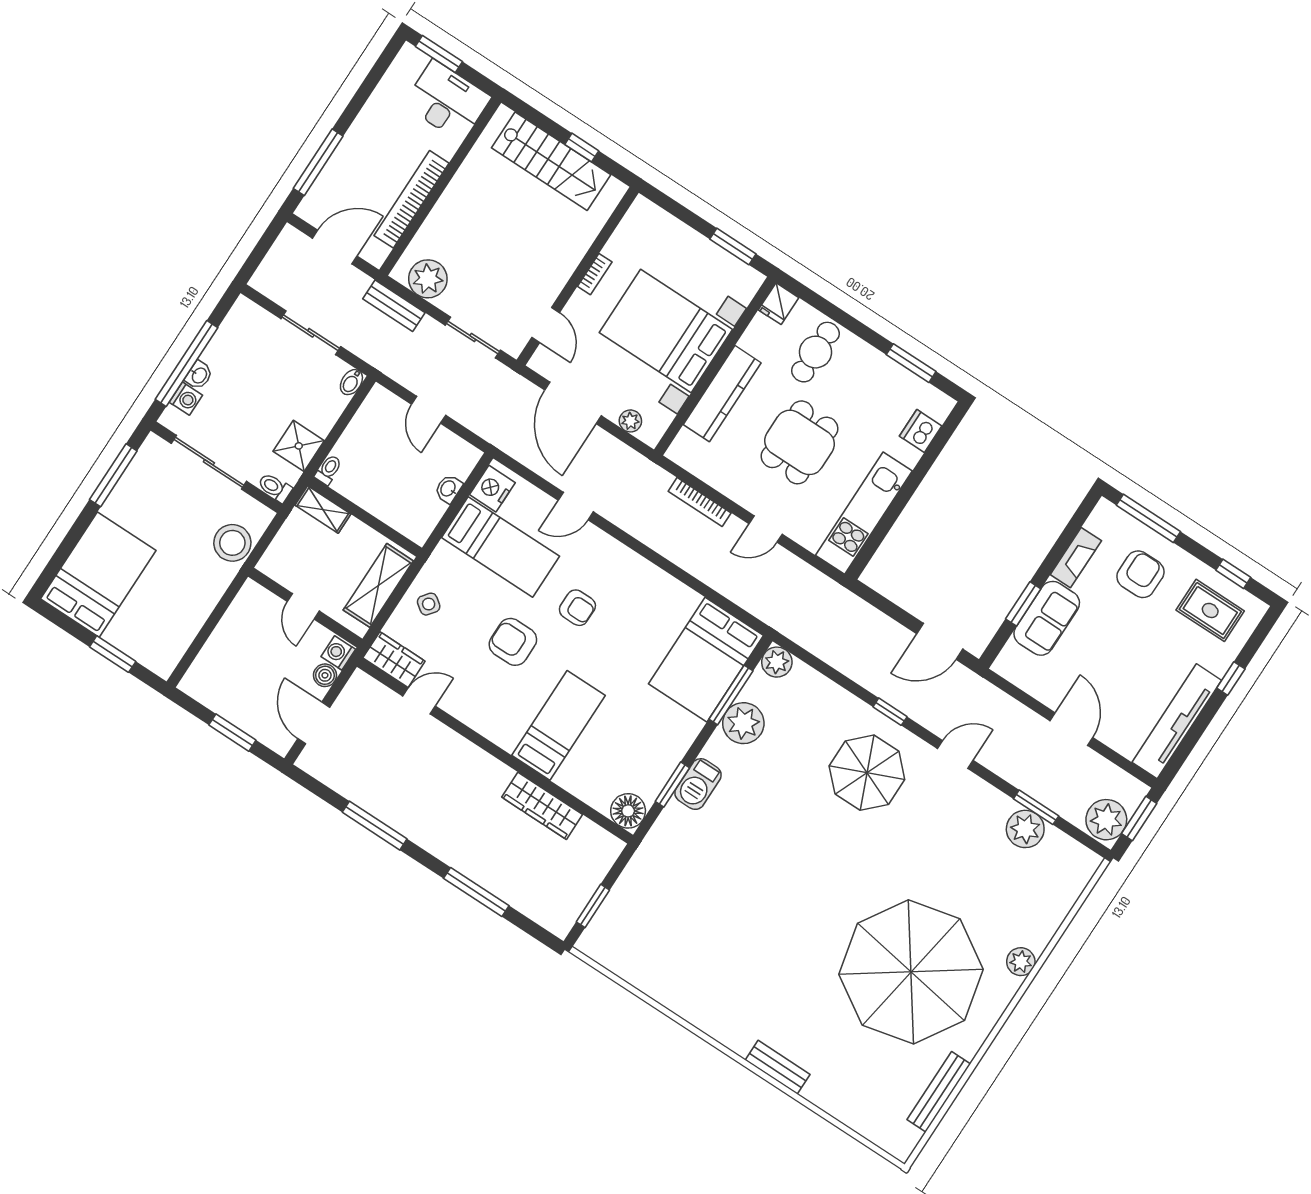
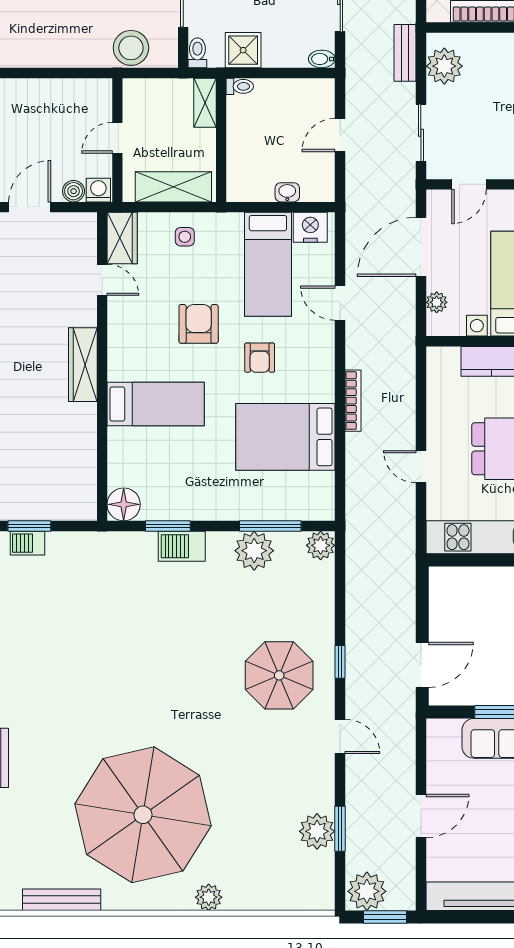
bookcase: (700, 502) -> (353, 401), moved, turned 180
side table: (429, 604) -> (185, 237), turned -37
door: (940, 641) -> (422, 665), swing flipped
bed: (706, 660) -> (285, 437), moved
wardrobe: (542, 806) -> (83, 365), moved
barbecue: (607, 917) -> (28, 543), added

